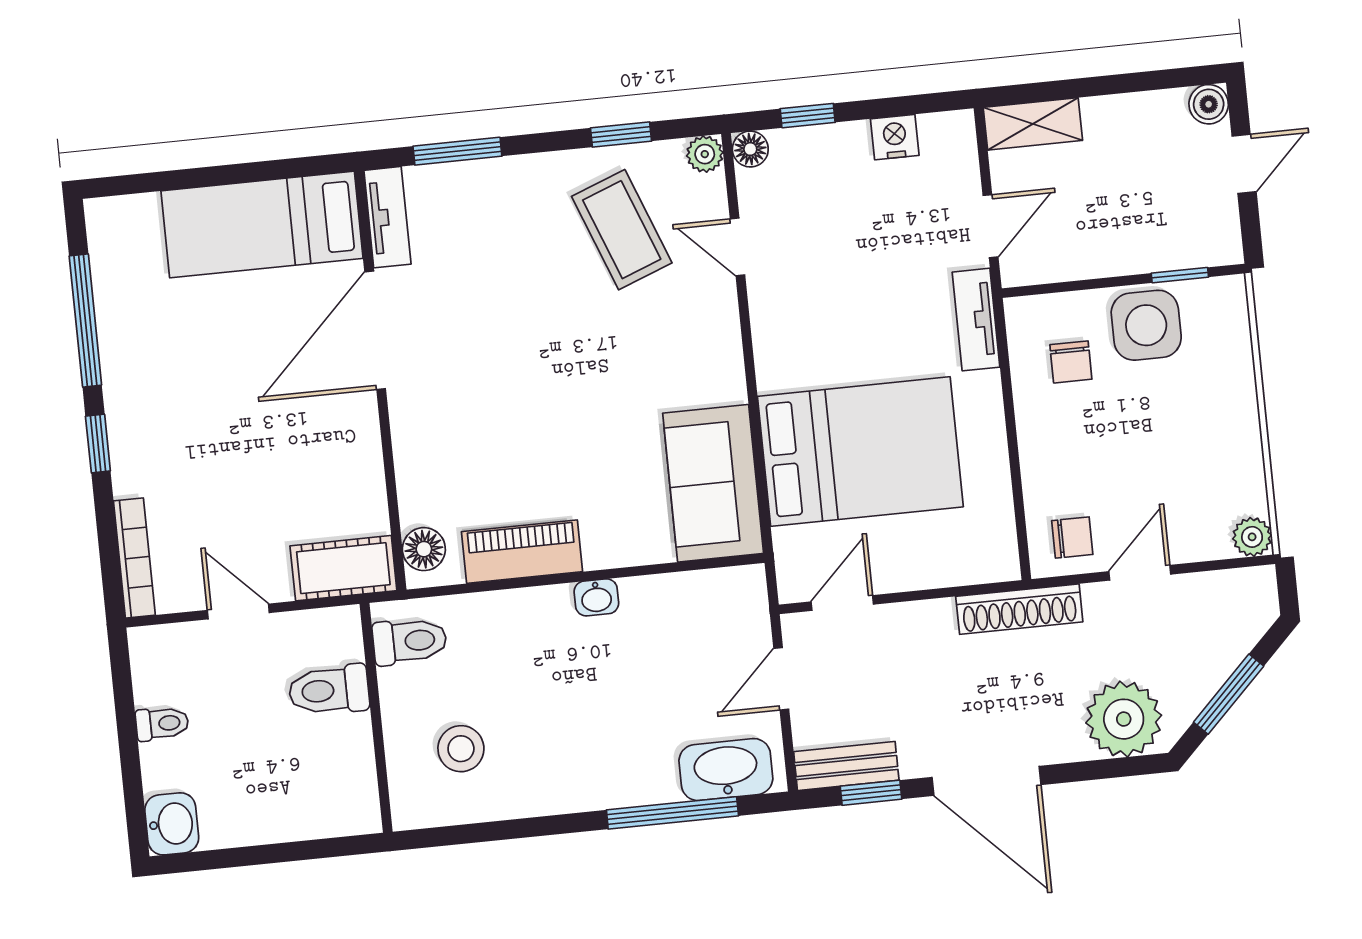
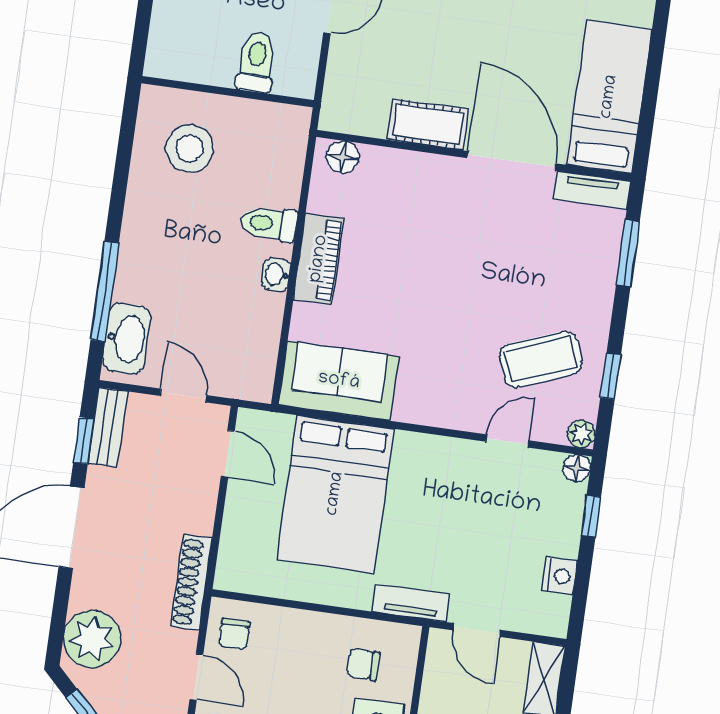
piano: (522, 552) -> (319, 259), moved
cot: (343, 568) -> (428, 124), moved, turned 90
toilet: (410, 641) -> (269, 223), moved, turned 90
stool: (461, 749) -> (190, 148), width x1.38, depth x1.38

